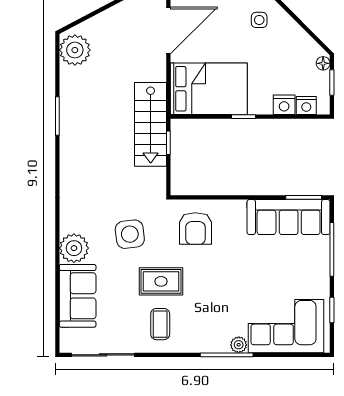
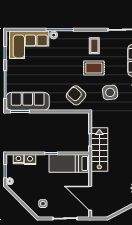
door: (168, 30) -> (90, 198), hinge flipped
bed: (209, 89) -> (69, 163), width x0.67
armchair: (195, 229) -> (76, 95), turned -48

